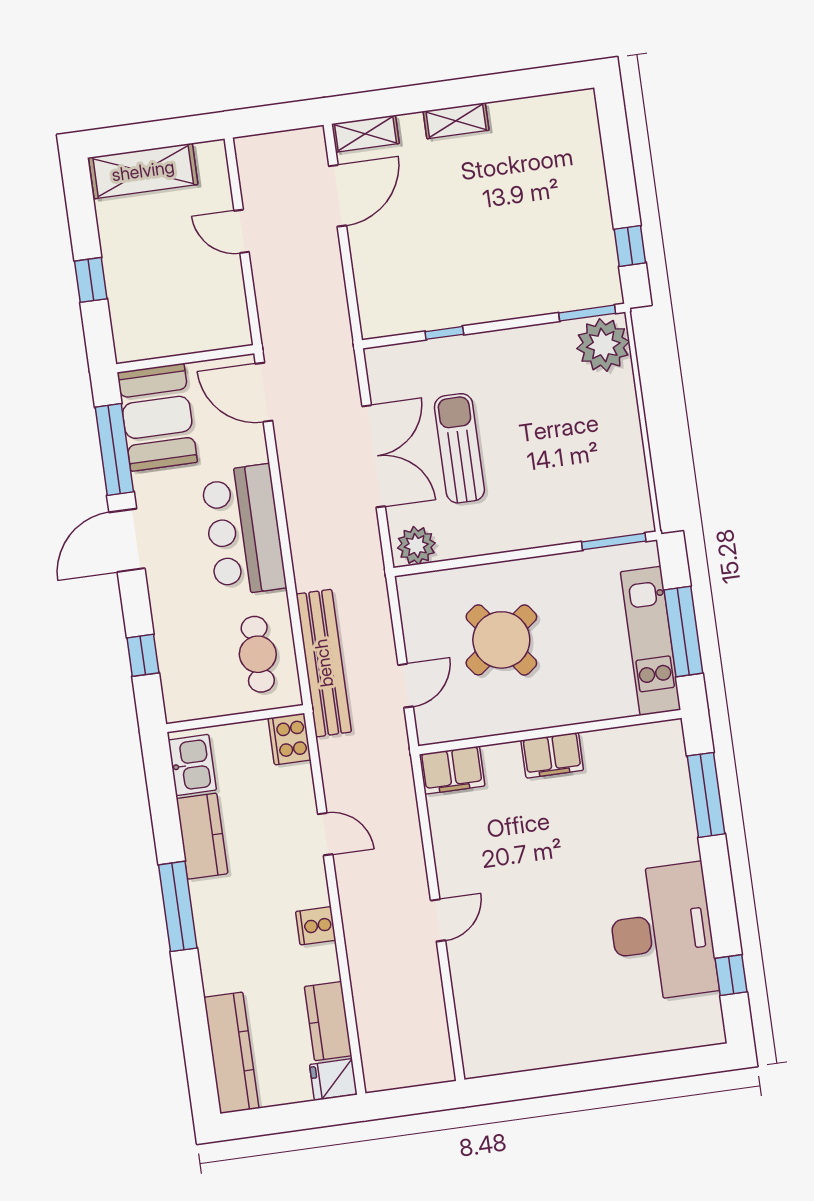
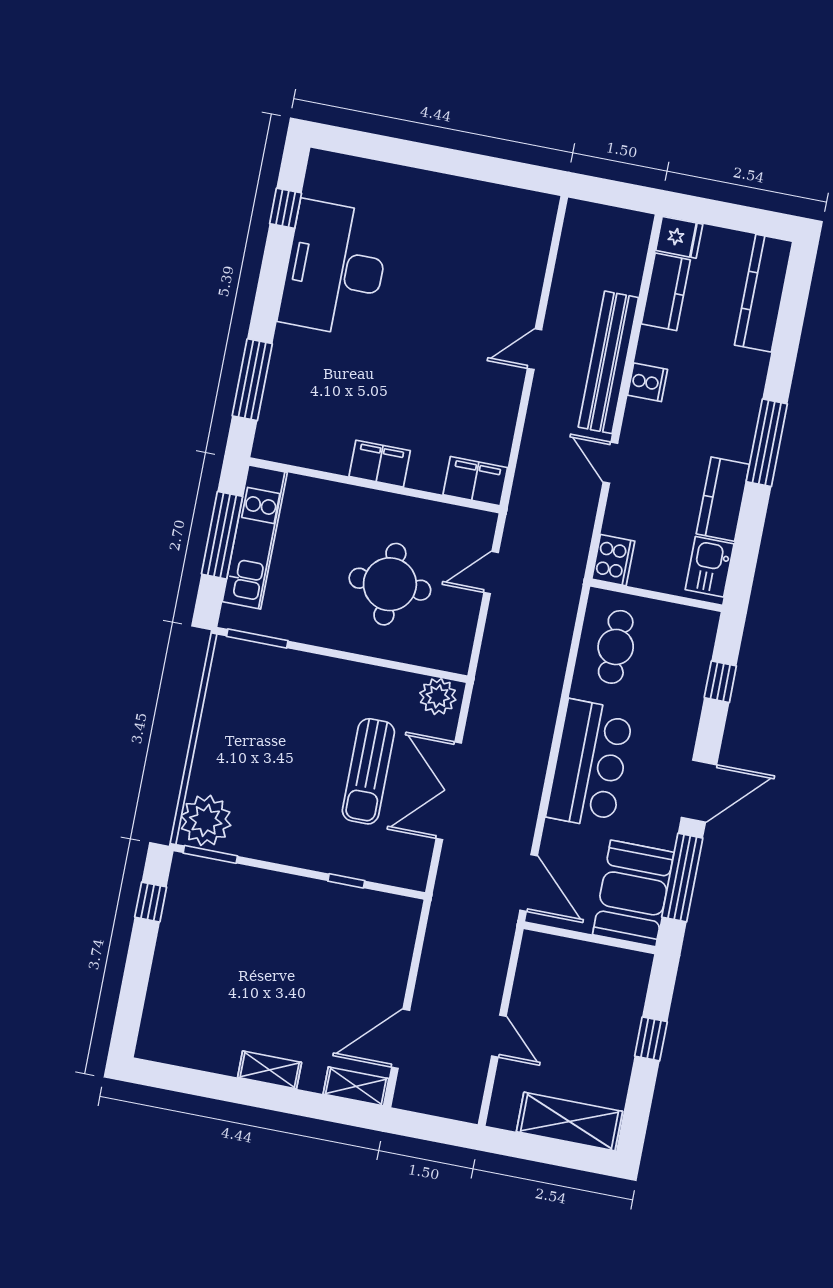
round table: (501, 640) -> (390, 584), turned 37
bench: (324, 663) -> (608, 362), moved

